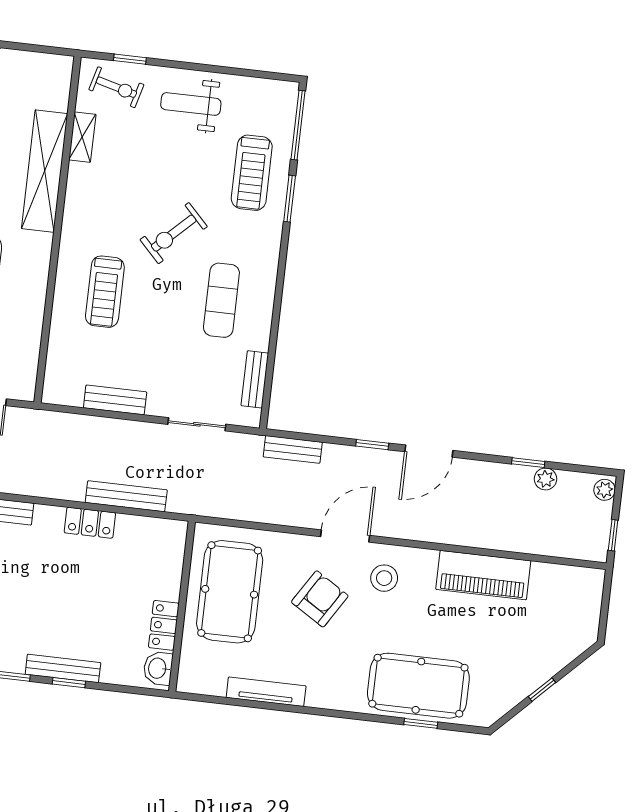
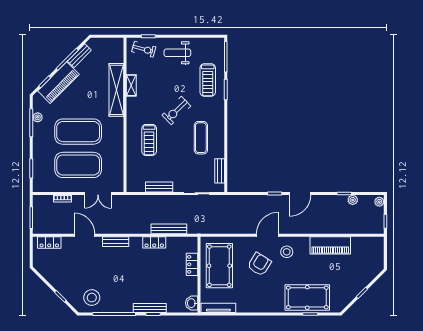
shelving: (82, 137) -> (131, 85), moved
bench: (293, 449) -> (240, 200), removed
locker: (164, 625) -> (192, 264), moved
tv unit: (266, 692) -> (218, 308), moved

